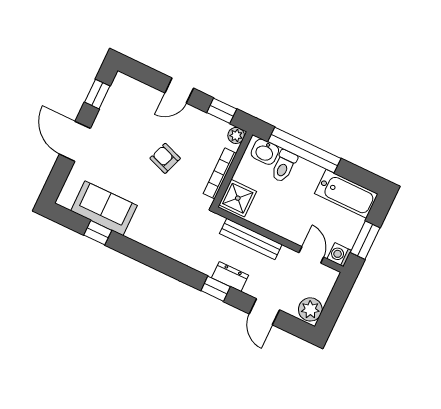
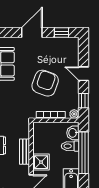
armchair: (165, 158) -> (45, 83), width x1.88, depth x1.88
shower: (238, 198) -> (41, 162), moved
bench: (251, 239) -> (25, 152), width x0.73

